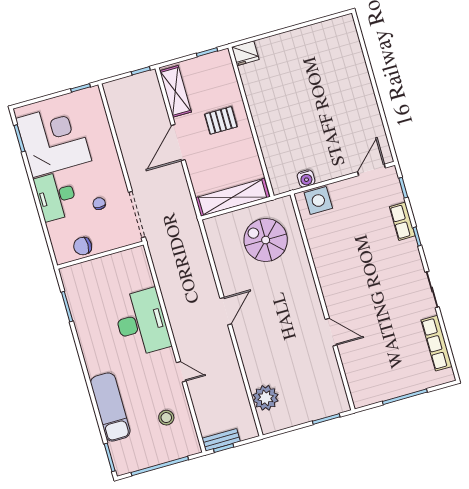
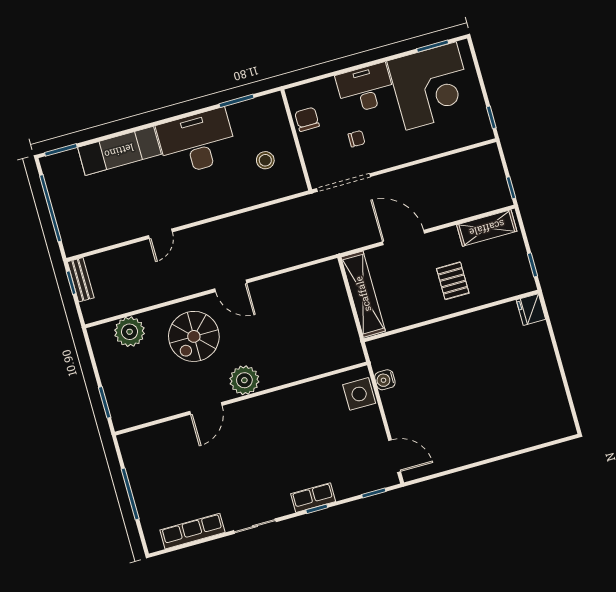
door: (178, 143) -> (403, 238), moved
row of seats: (402, 221) -> (313, 498), moved
spiral stairs: (266, 240) -> (194, 336), moved, turned 180
plant: (307, 299) -> (244, 380), added
desk: (142, 323) -> (197, 142), moved, turned 180
stool: (166, 418) -> (265, 160), moved

